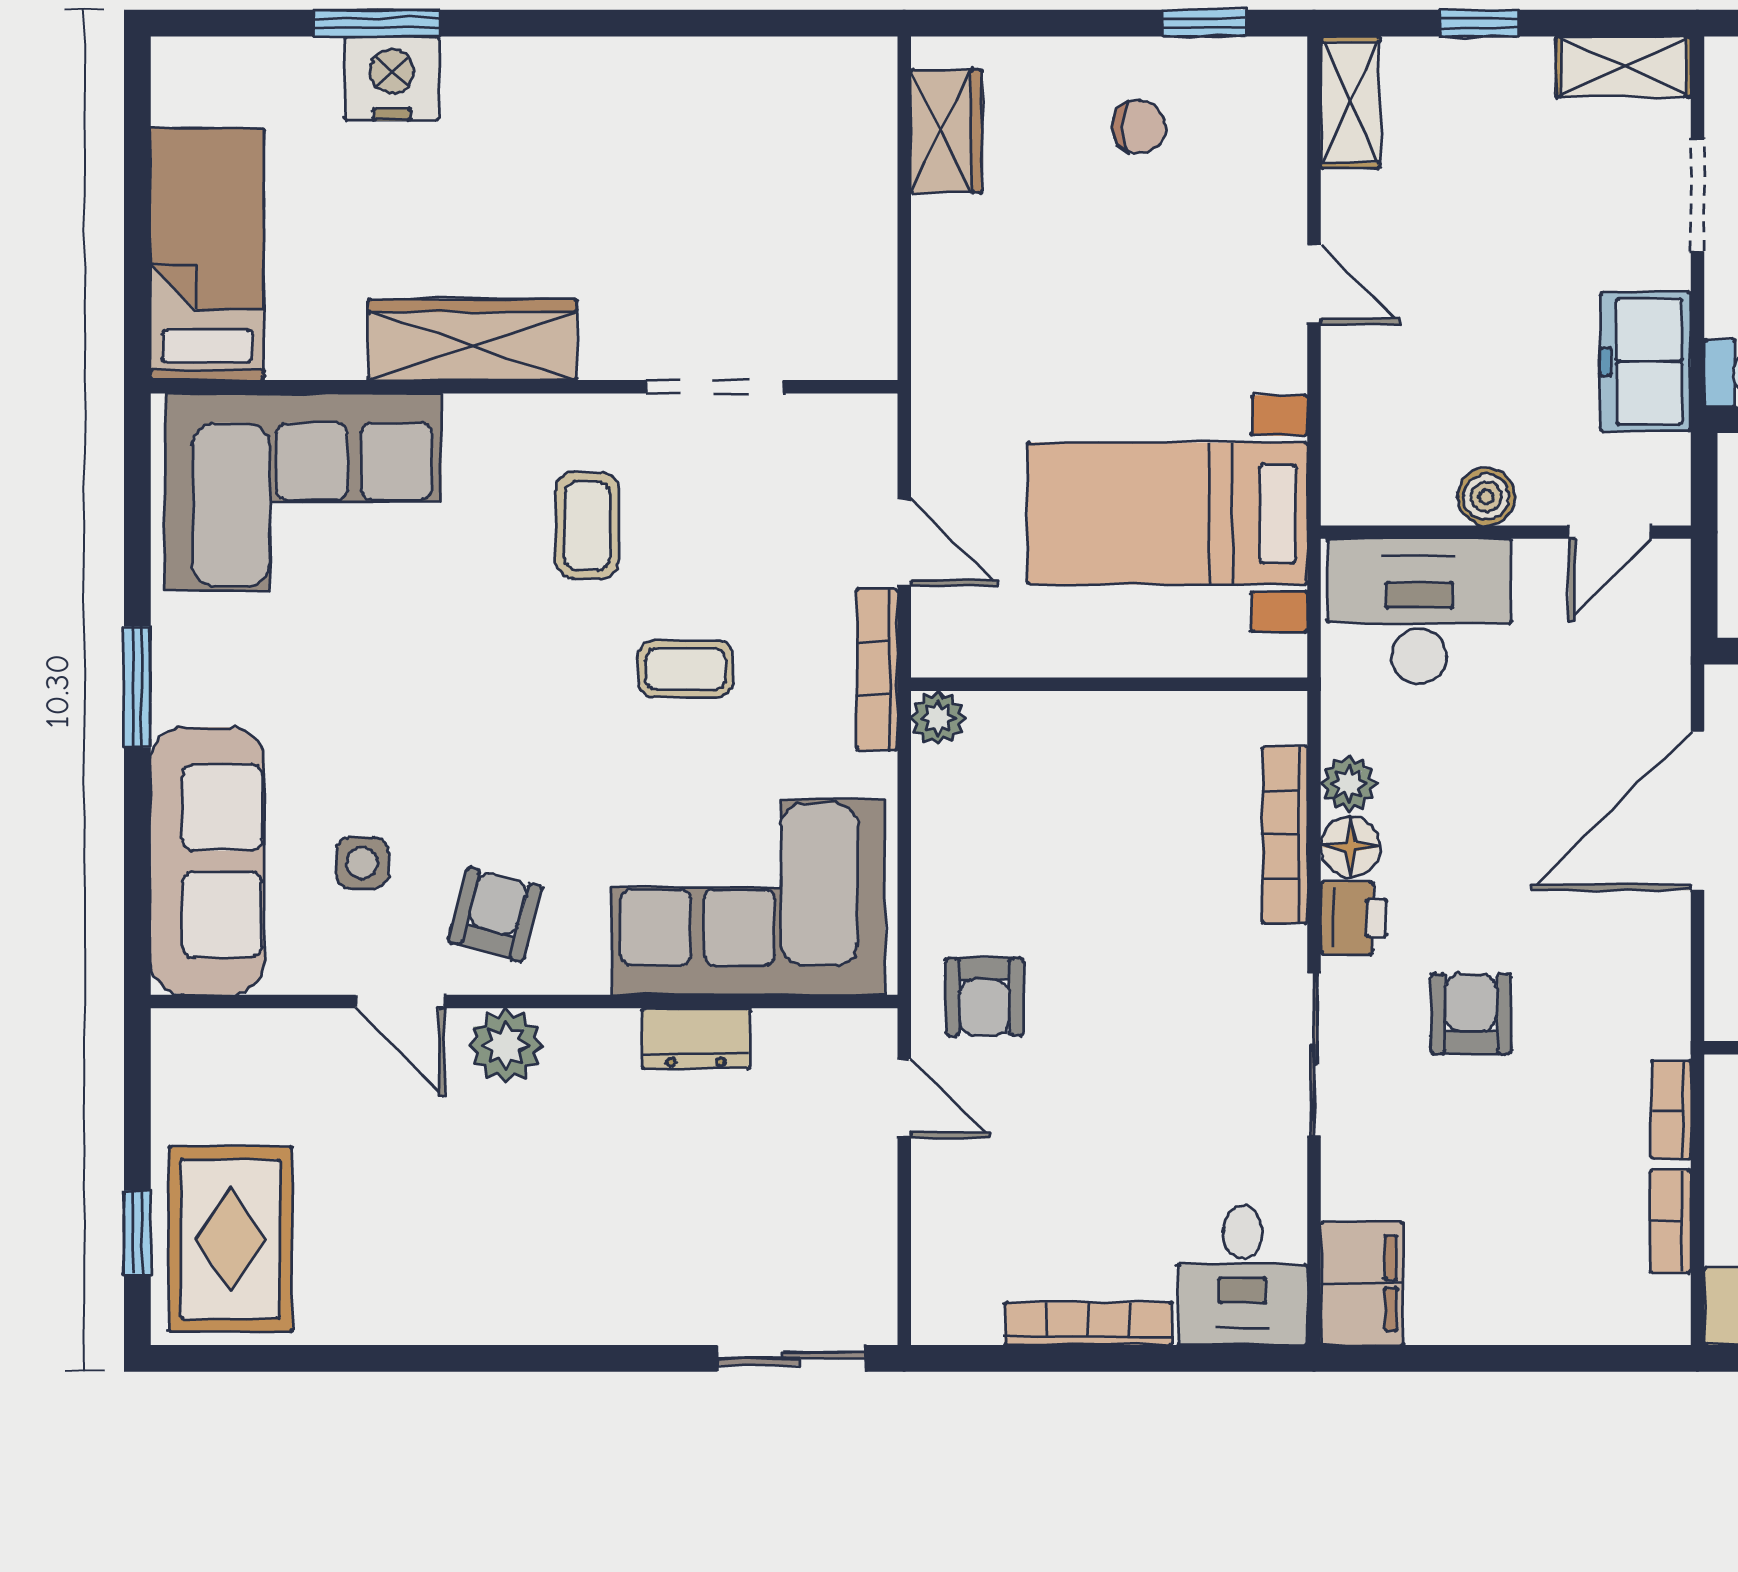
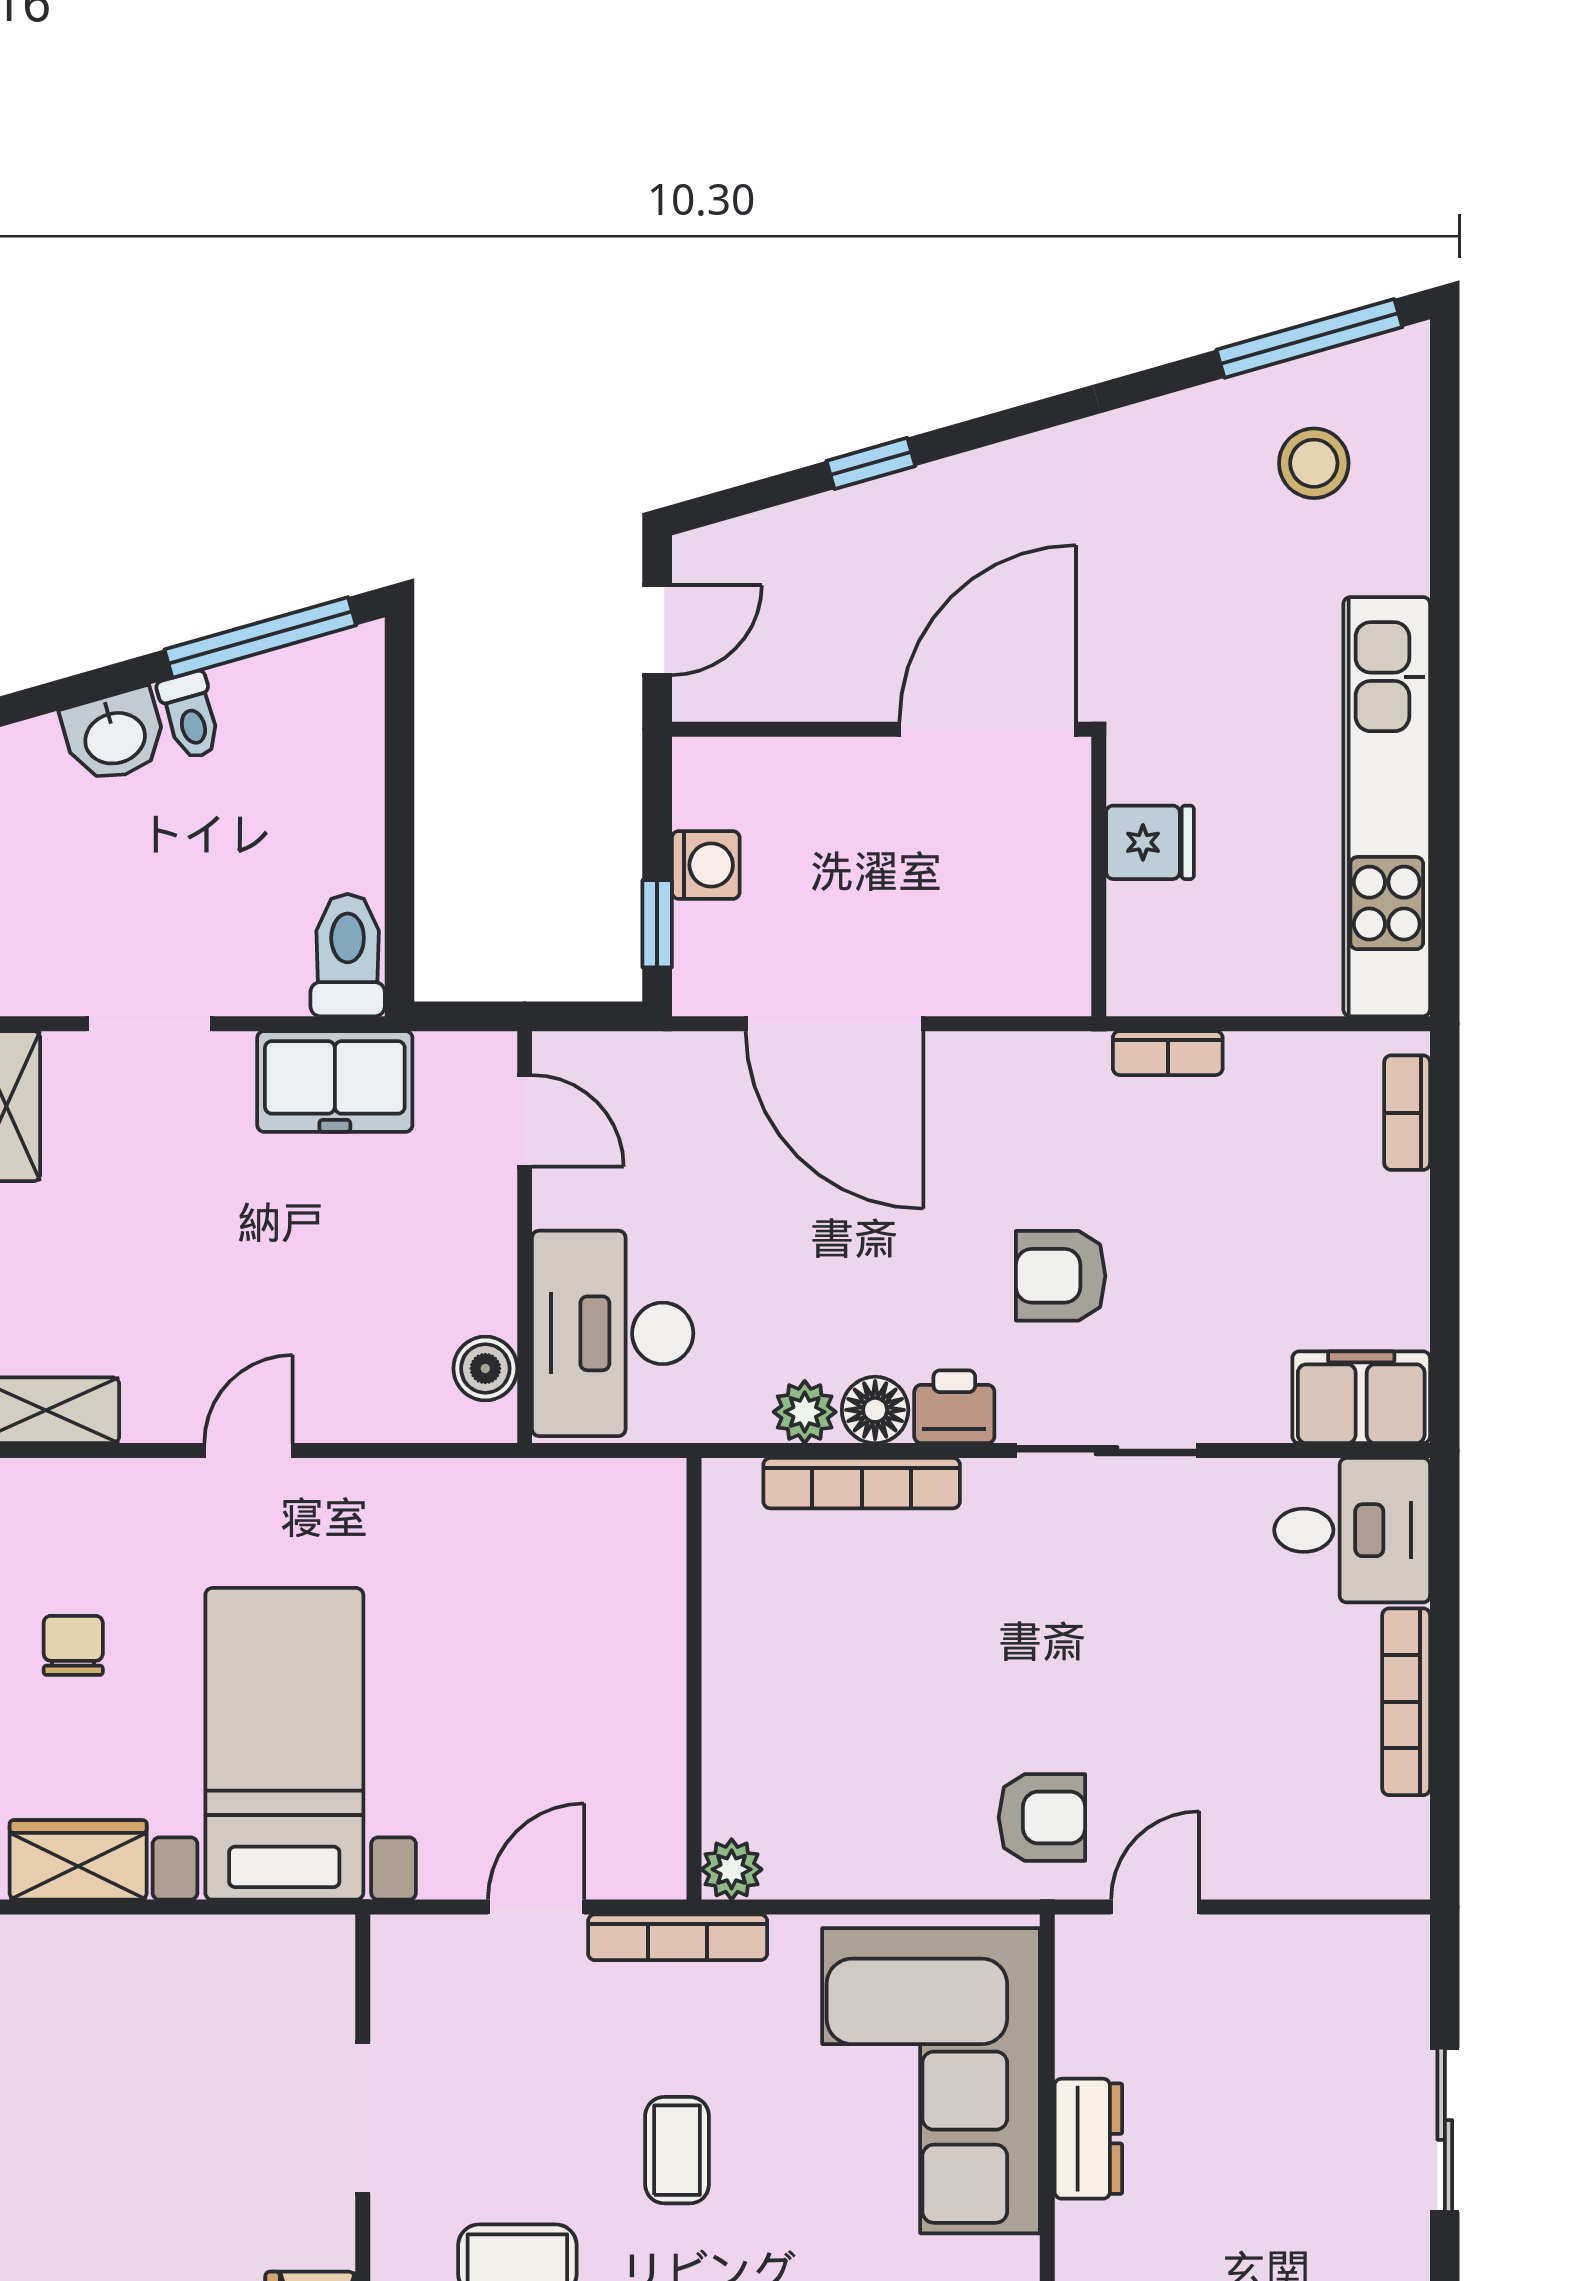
boiler: (1486, 497) -> (485, 1368), moved
bed with nightstands: (1167, 514) -> (284, 1744), moved, turned 180
bookcase: (1670, 1221) -> (1407, 1113), moved, turned 90
sliding door: (791, 1358) -> (1445, 2130), moved

